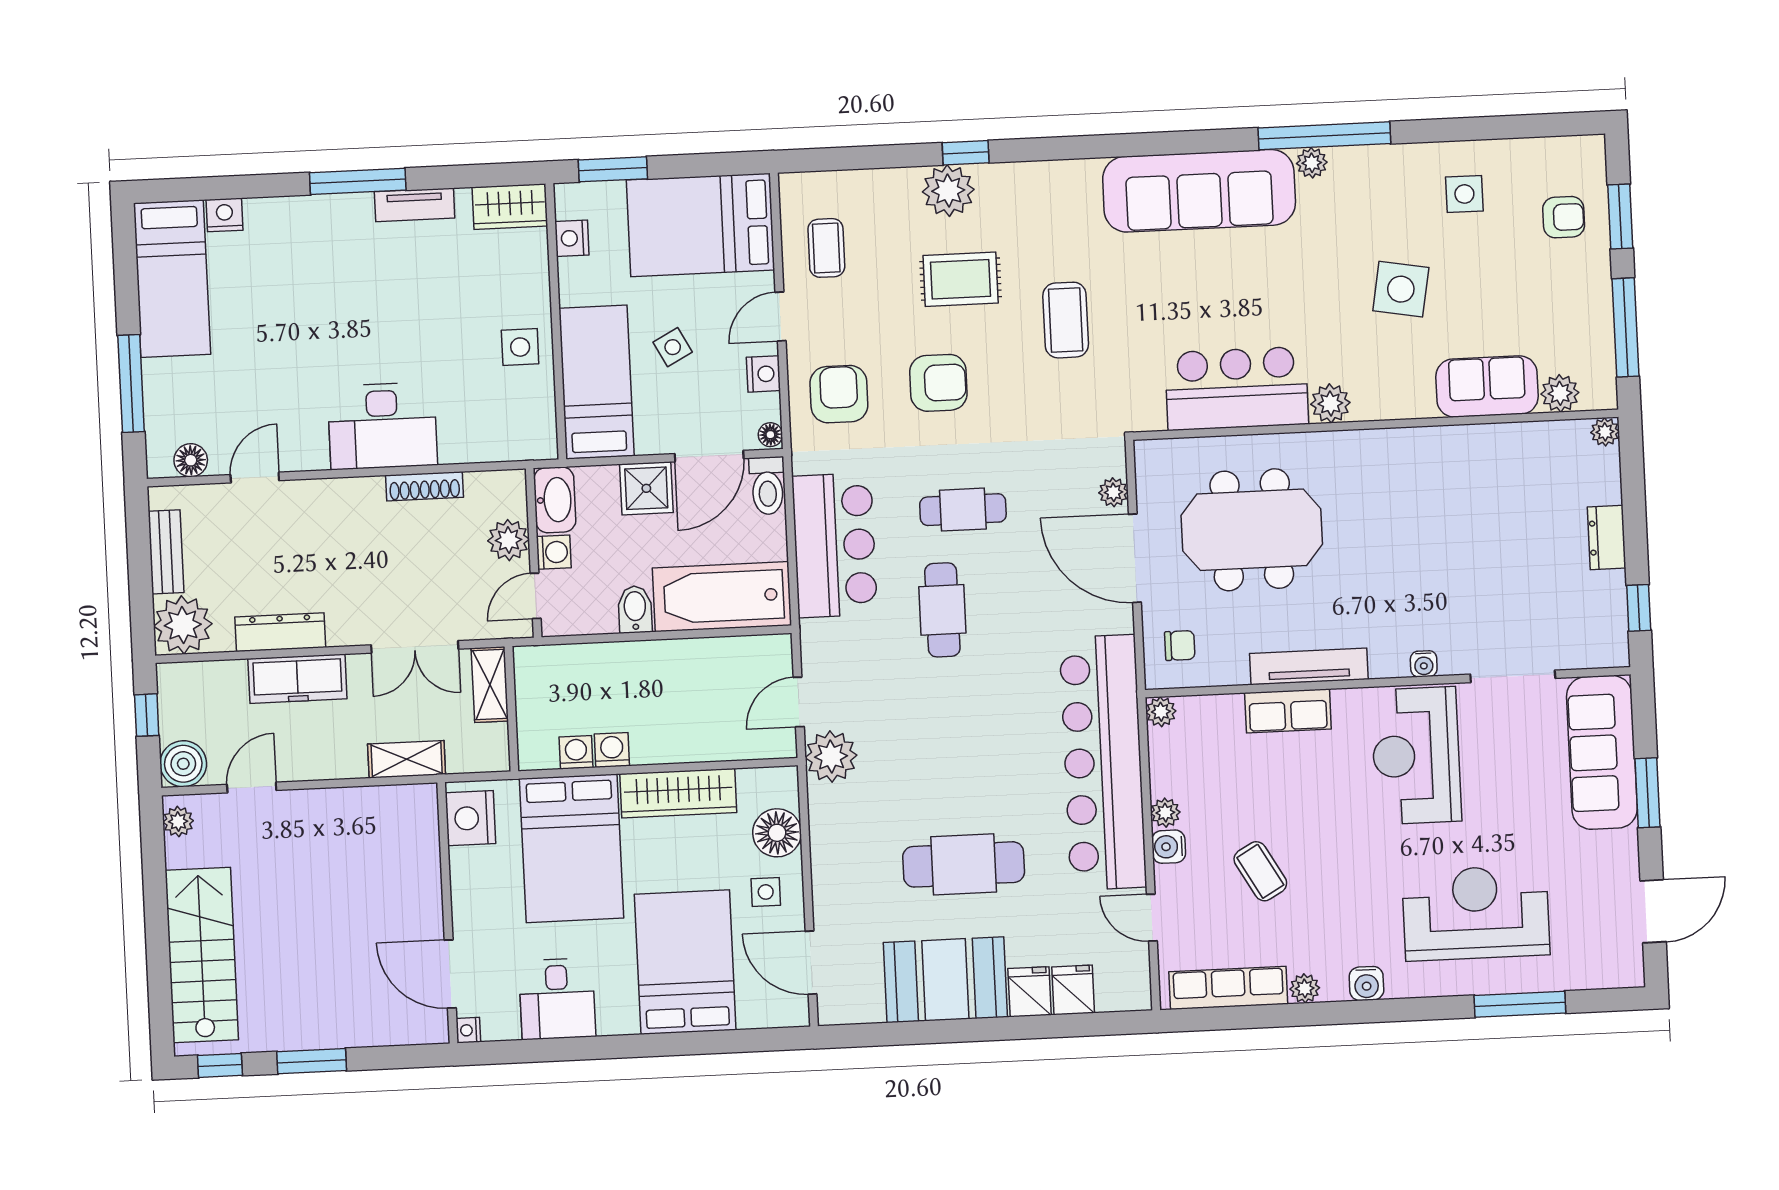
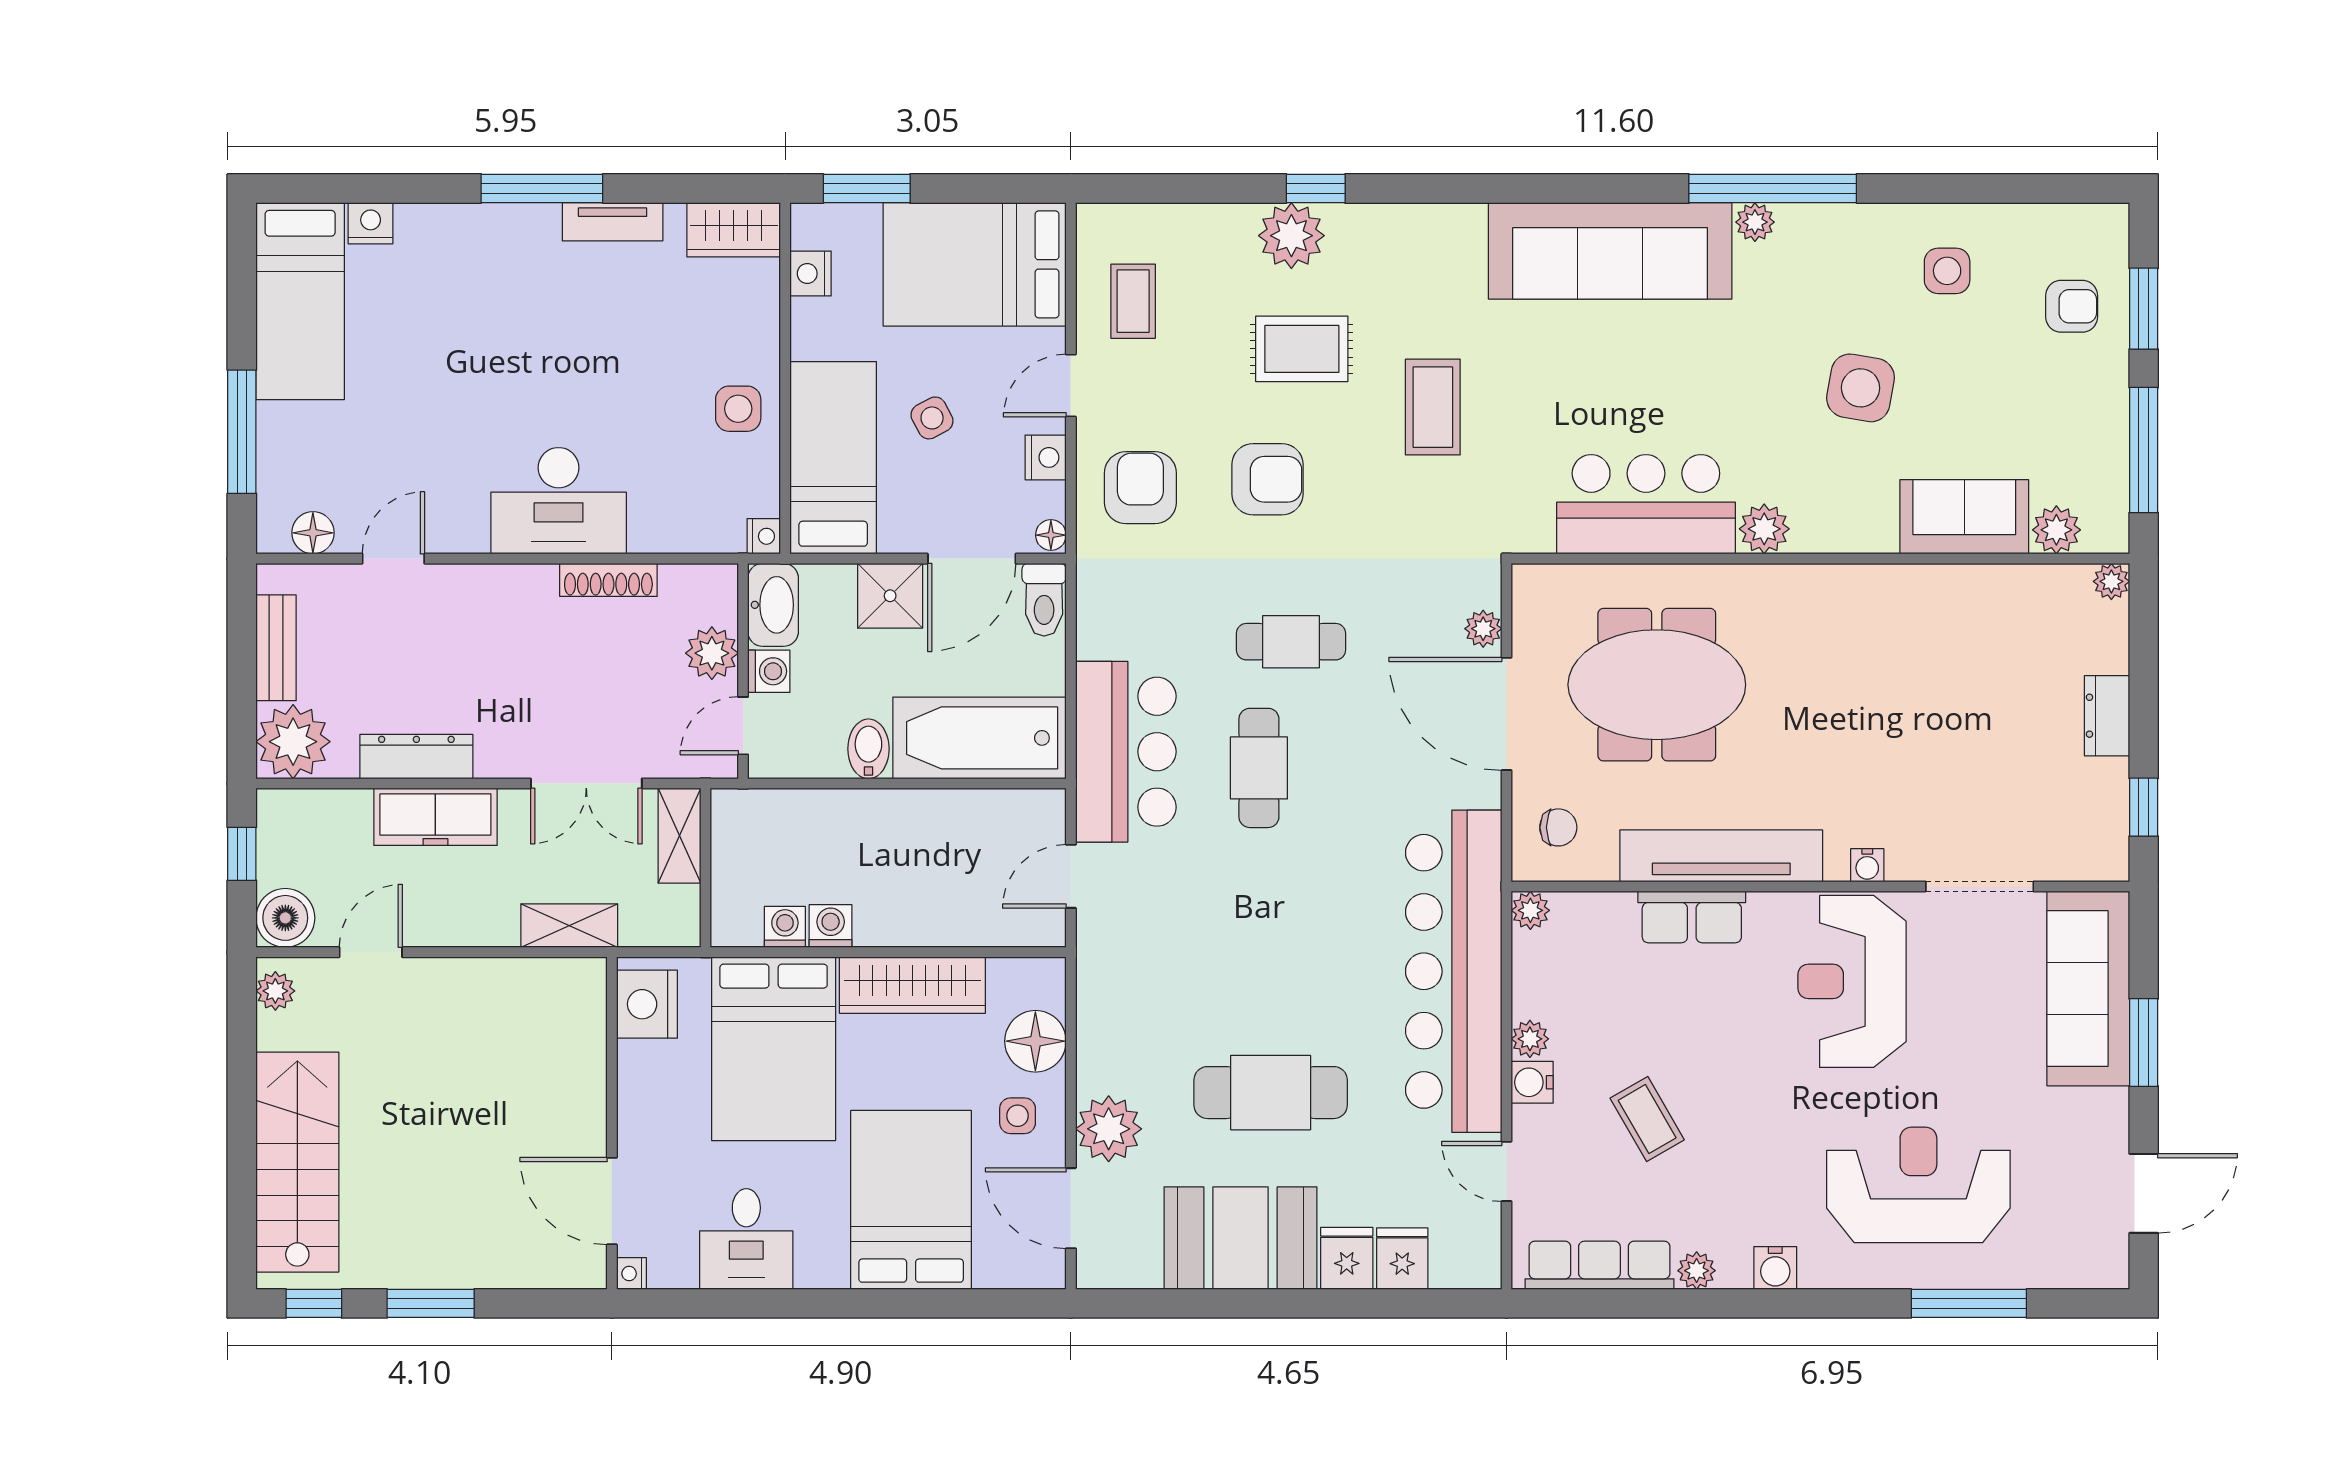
nightstand: (545, 446) -> (764, 536), added
bar counter: (835, 545) -> (1126, 752), moved
tv unit: (1309, 666) -> (1721, 856), width x1.36, depth x1.29
plant: (831, 756) -> (1109, 1129), moved

